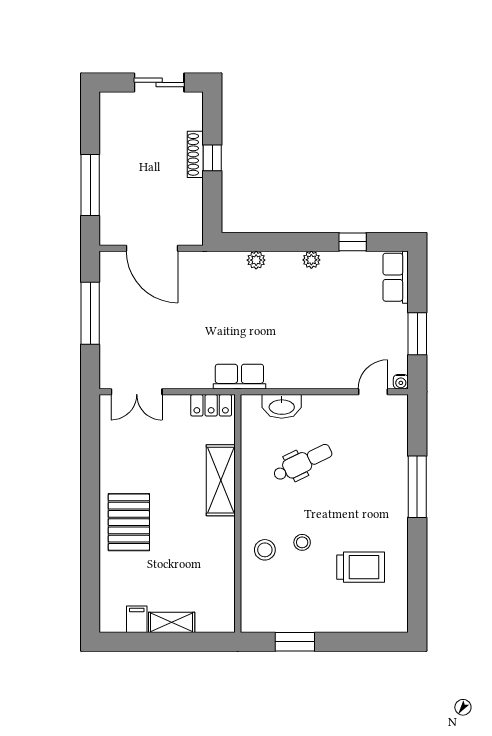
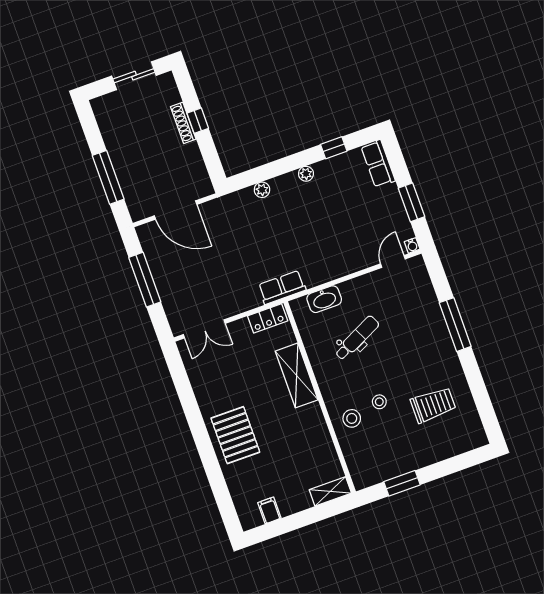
shelving: (172, 622) -> (330, 491), moved

